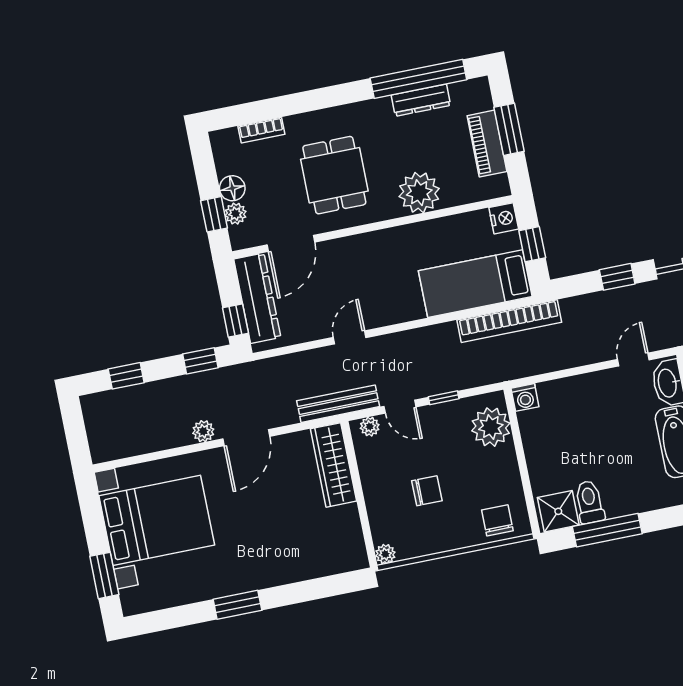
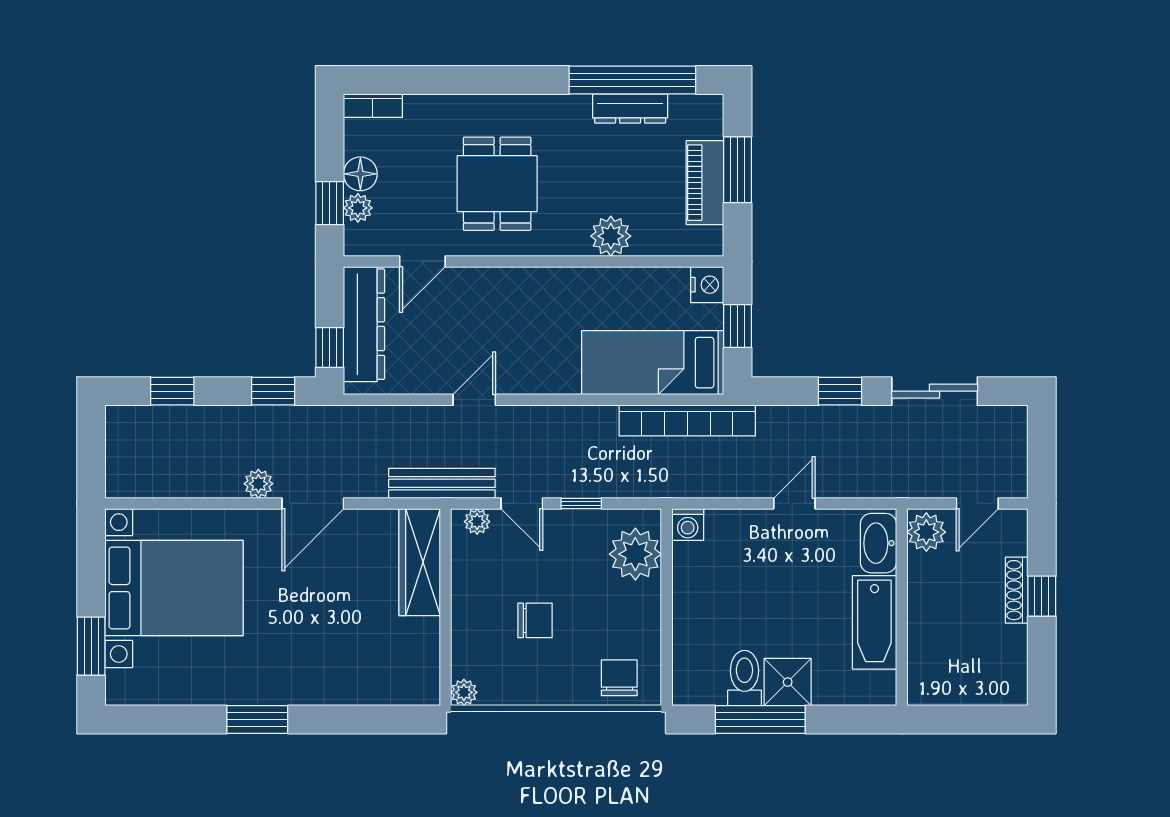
bookcase: (261, 130) -> (373, 106), moved
plant: (419, 193) -> (611, 236), width x0.73, depth x0.73
door: (291, 243) -> (422, 261), width x0.73
door: (633, 360) -> (794, 503), moved
shower: (558, 511) -> (788, 682), moved

